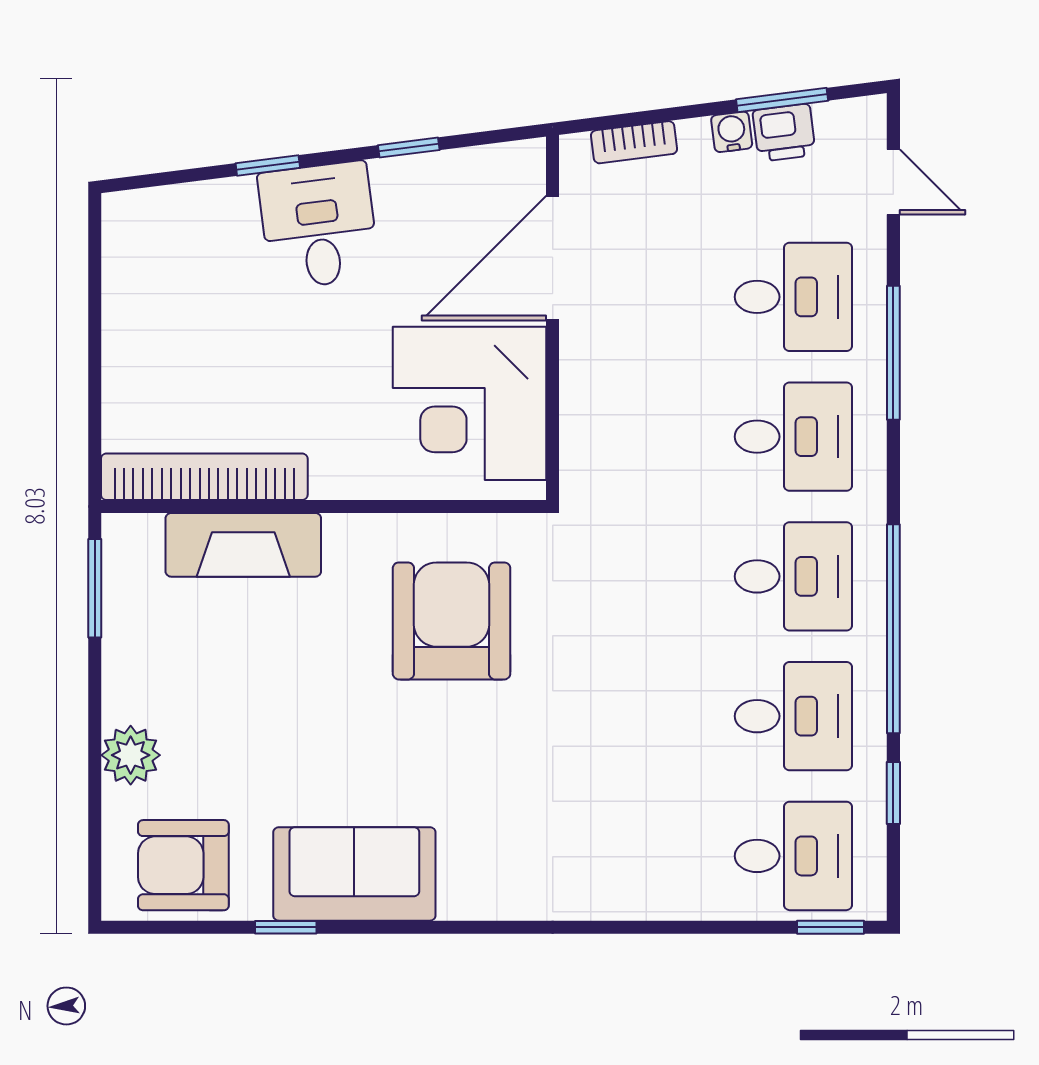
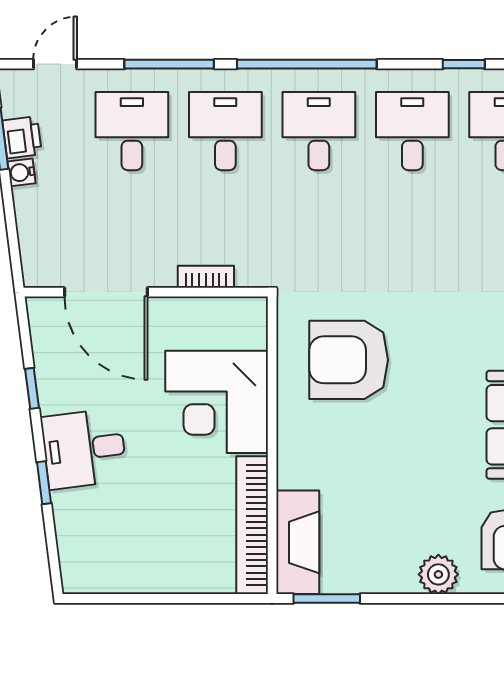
bookcase: (634, 142) -> (206, 277), moved, turned -83
corner desk: (470, 403) -> (217, 402), moved, turned 90
fireplace: (243, 545) -> (298, 542), moved
window: (893, 629) -> (307, 64), moved

